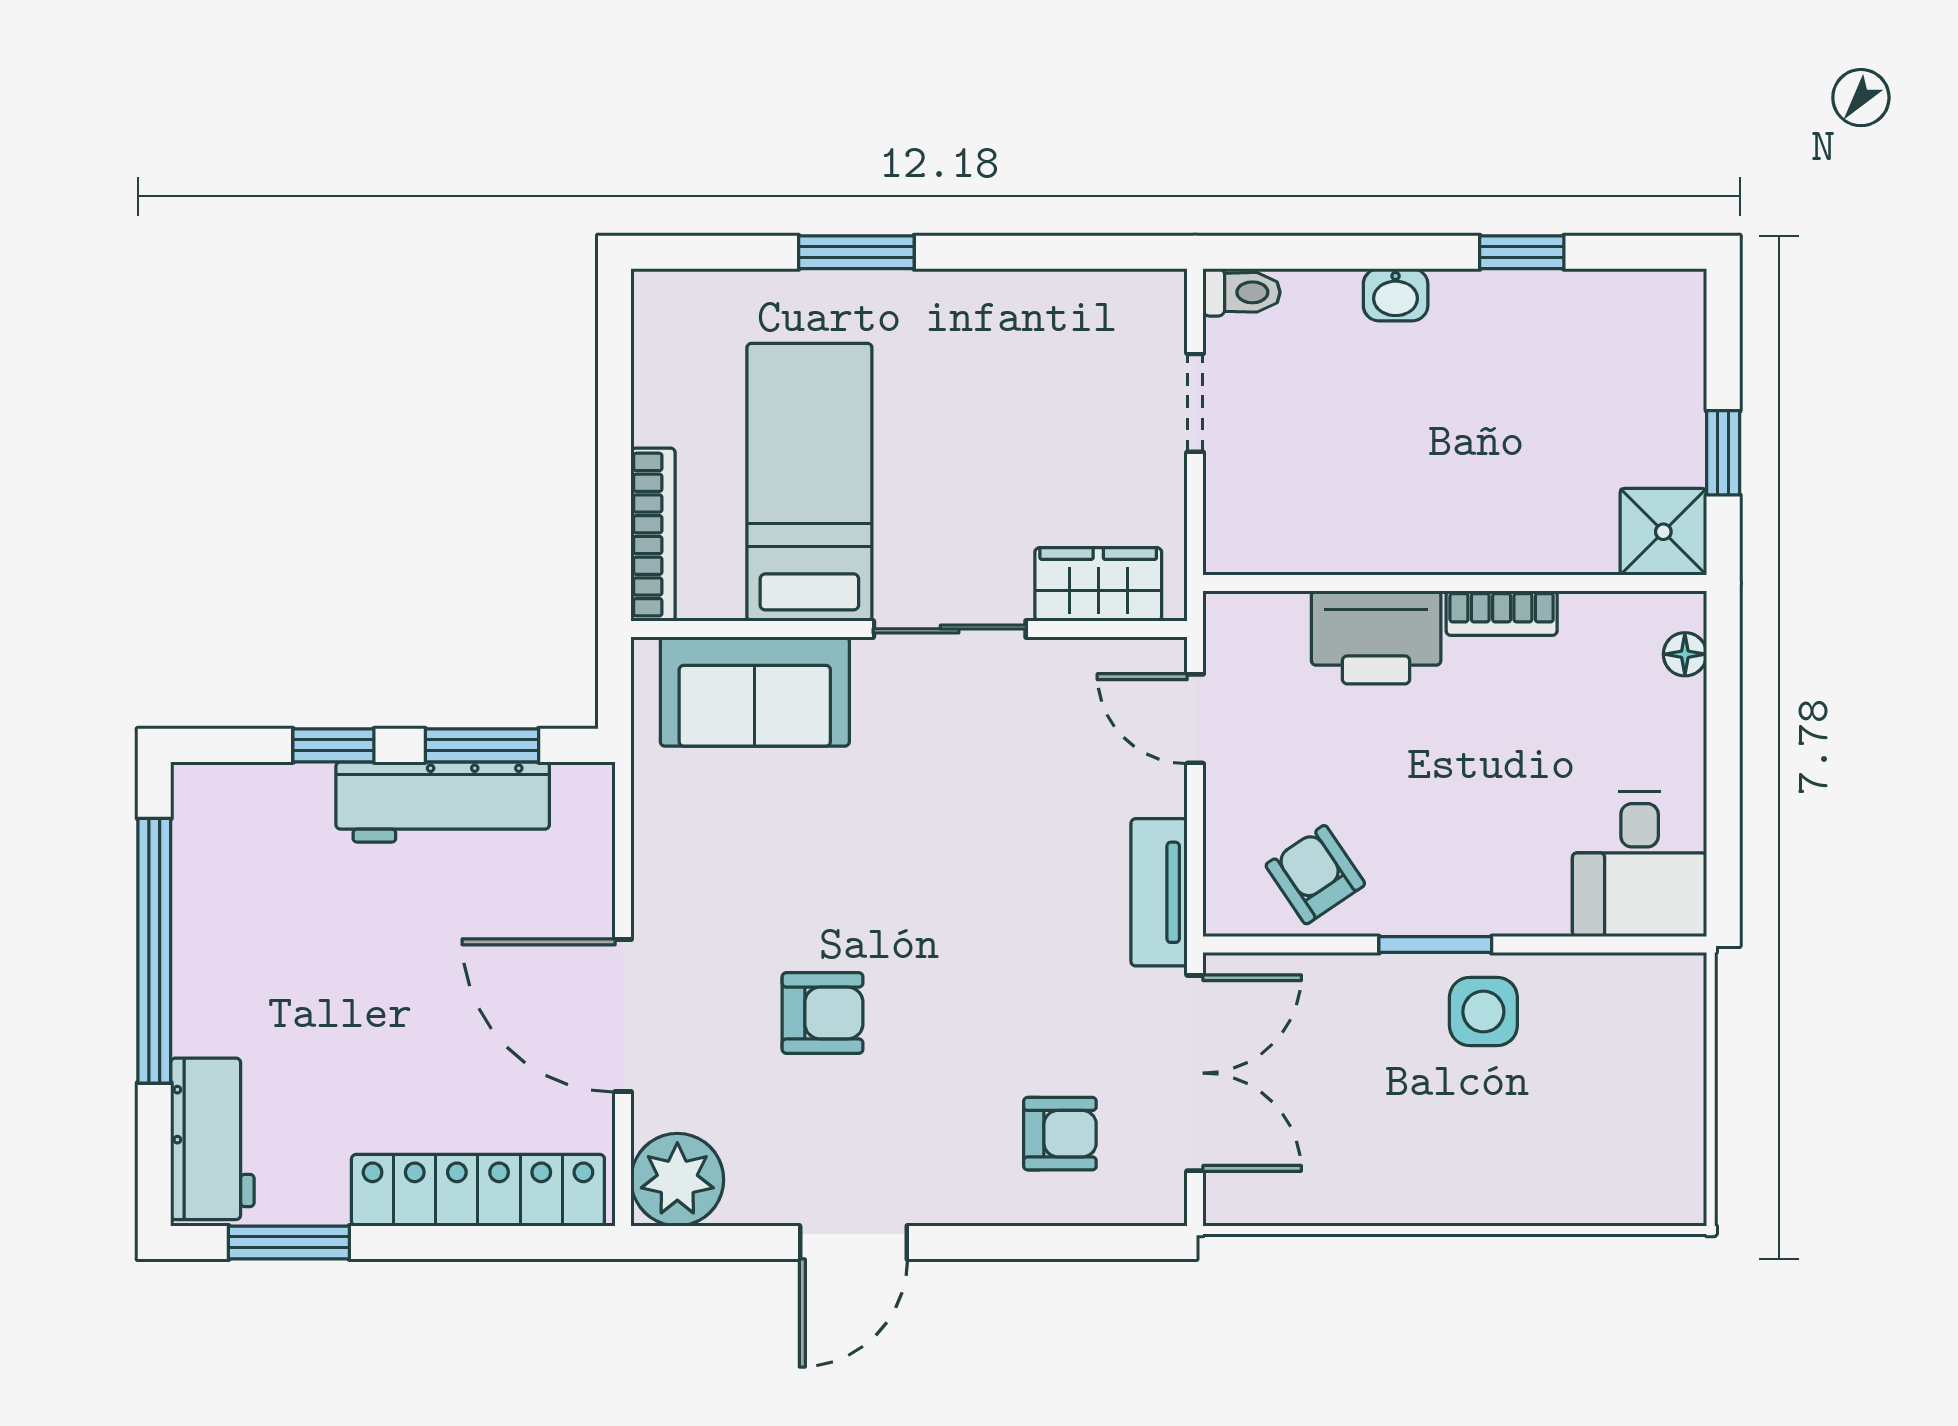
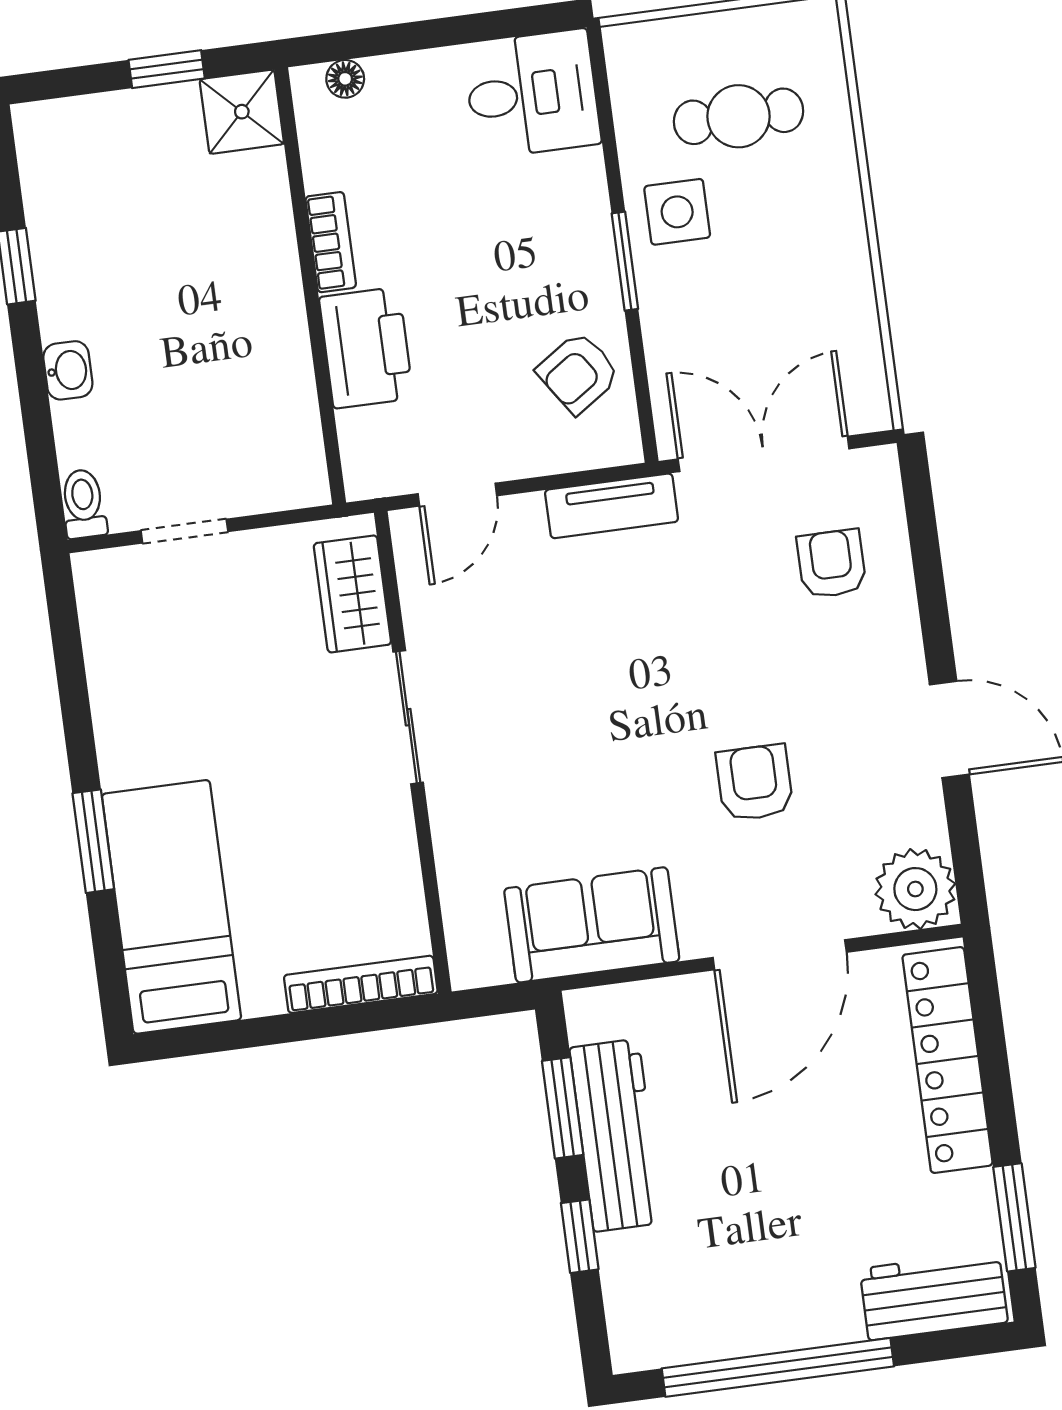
bed: (809, 482) -> (172, 907), moved, turned 90
sofa: (755, 692) -> (592, 925), moved, turned -90
cafe table: (1583, 1096) -> (738, 116), added

